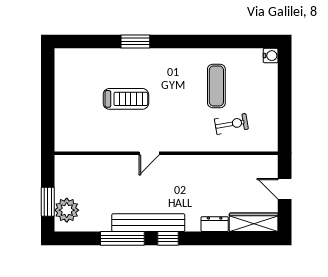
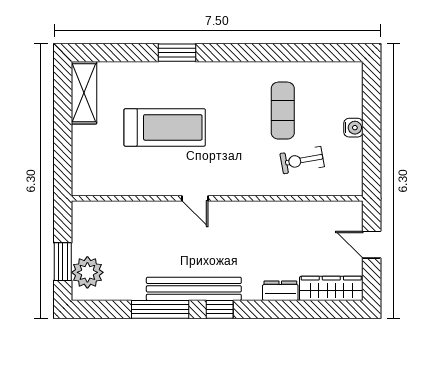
water cooler: (271, 56) -> (353, 128), moved
shelving: (64, 72) -> (84, 93), added
treadmill: (126, 99) -> (165, 127), width x1.37, depth x1.38
exercise bike: (231, 124) -> (302, 160), turned 180
door: (149, 153) -> (195, 198), hinge flipped

